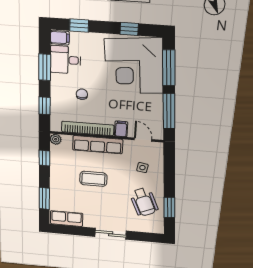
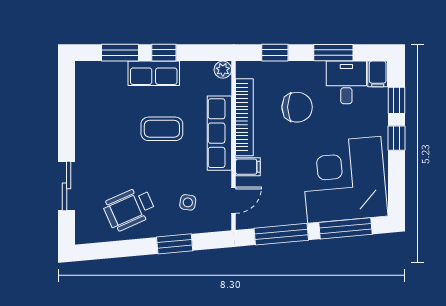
window: (129, 29) -> (396, 138), moved
chair: (82, 94) -> (297, 107), width x1.87, depth x1.87
window: (44, 158) -> (164, 53), moved
coffee table: (93, 179) -> (162, 129), turned 90
window: (169, 207) -> (175, 244), moved
row of seats: (67, 219) -> (154, 73), moved, turned 90
sliding door: (111, 234) -> (67, 186), moved

